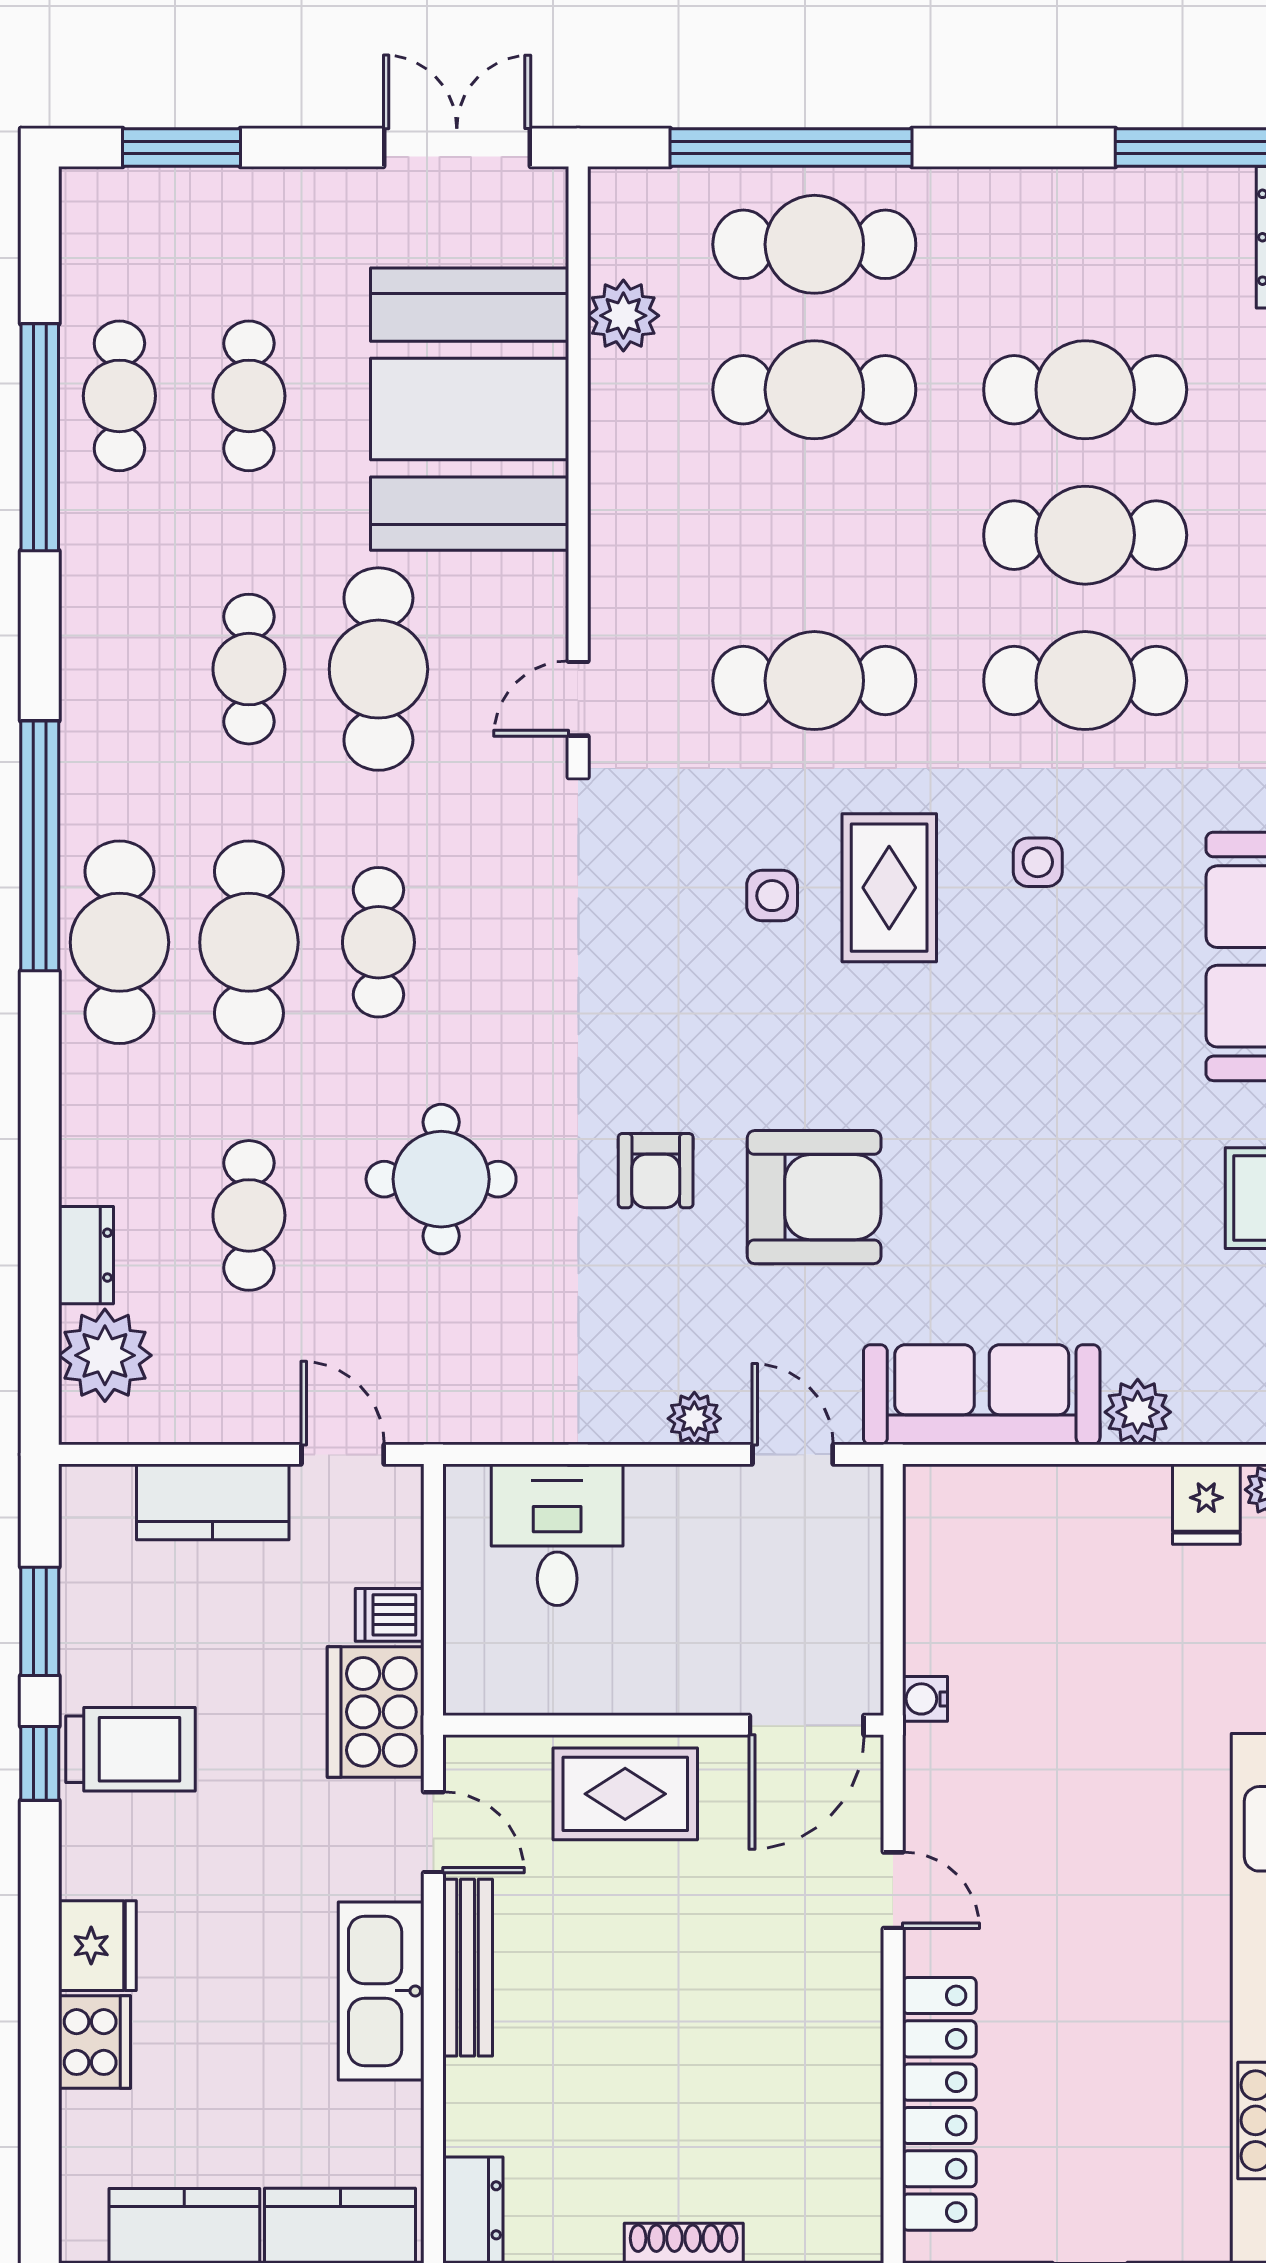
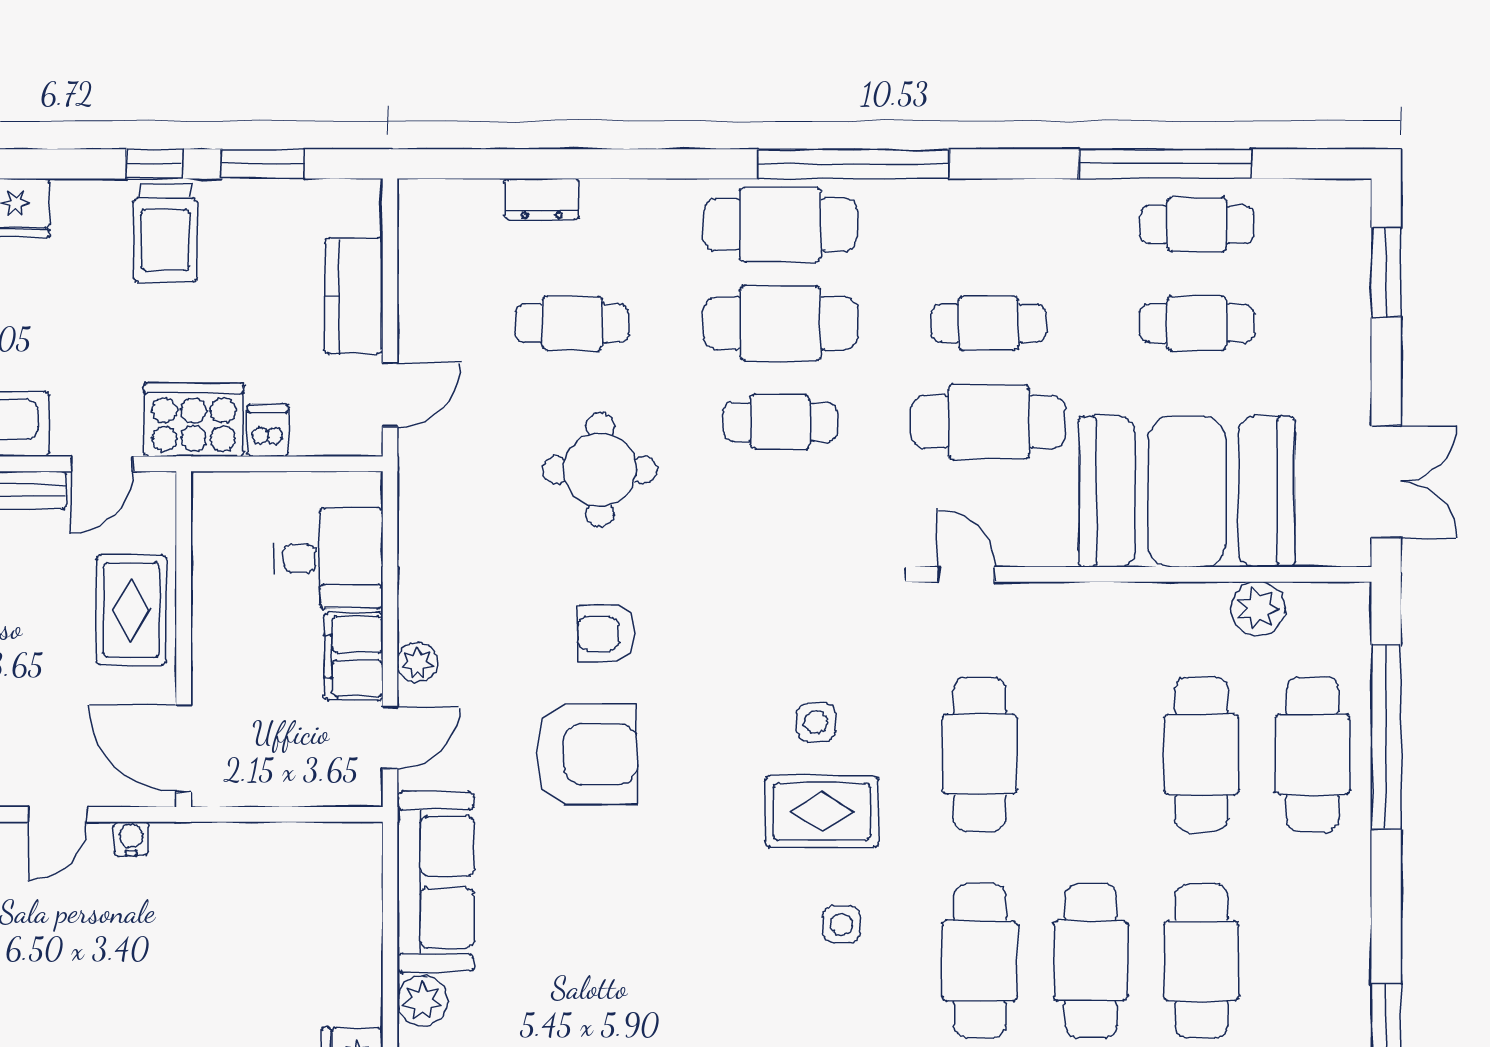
armchair: (814, 1197) -> (586, 754), turned -90
plant: (105, 1355) -> (466, 214), removed
filing cabinet: (686, 1502) -> (353, 656), added
water cooler: (925, 1699) -> (131, 839), moved

